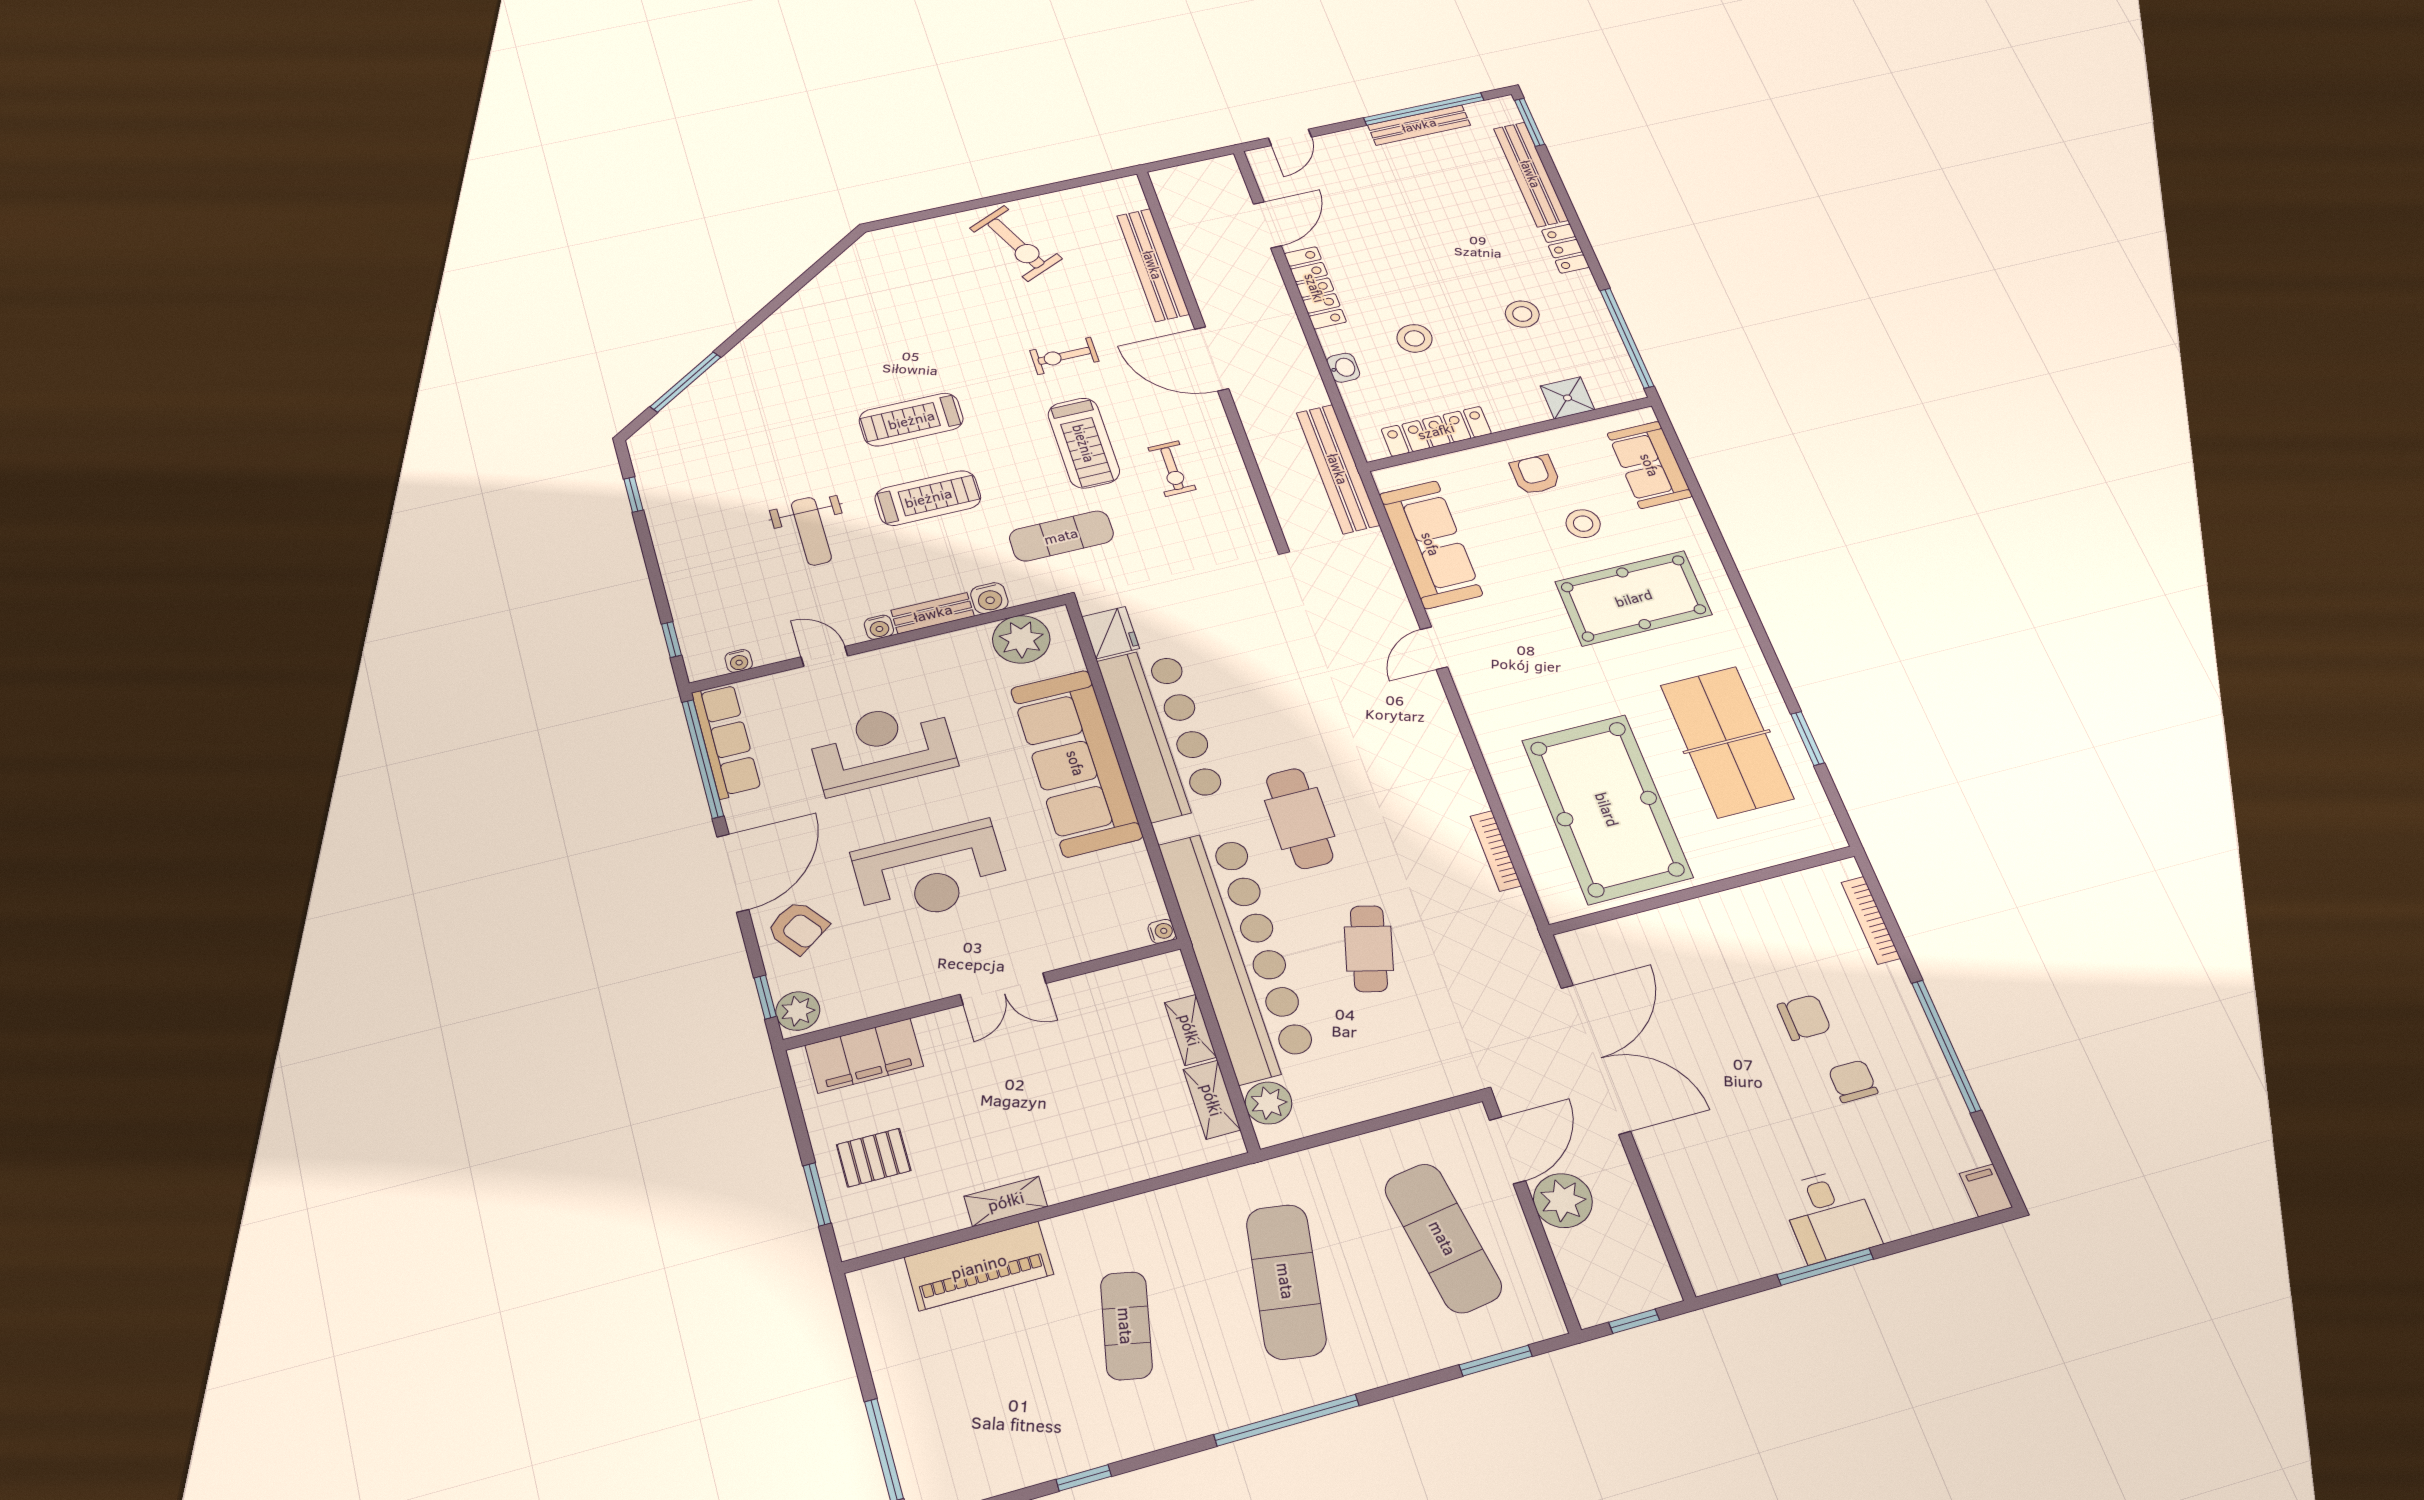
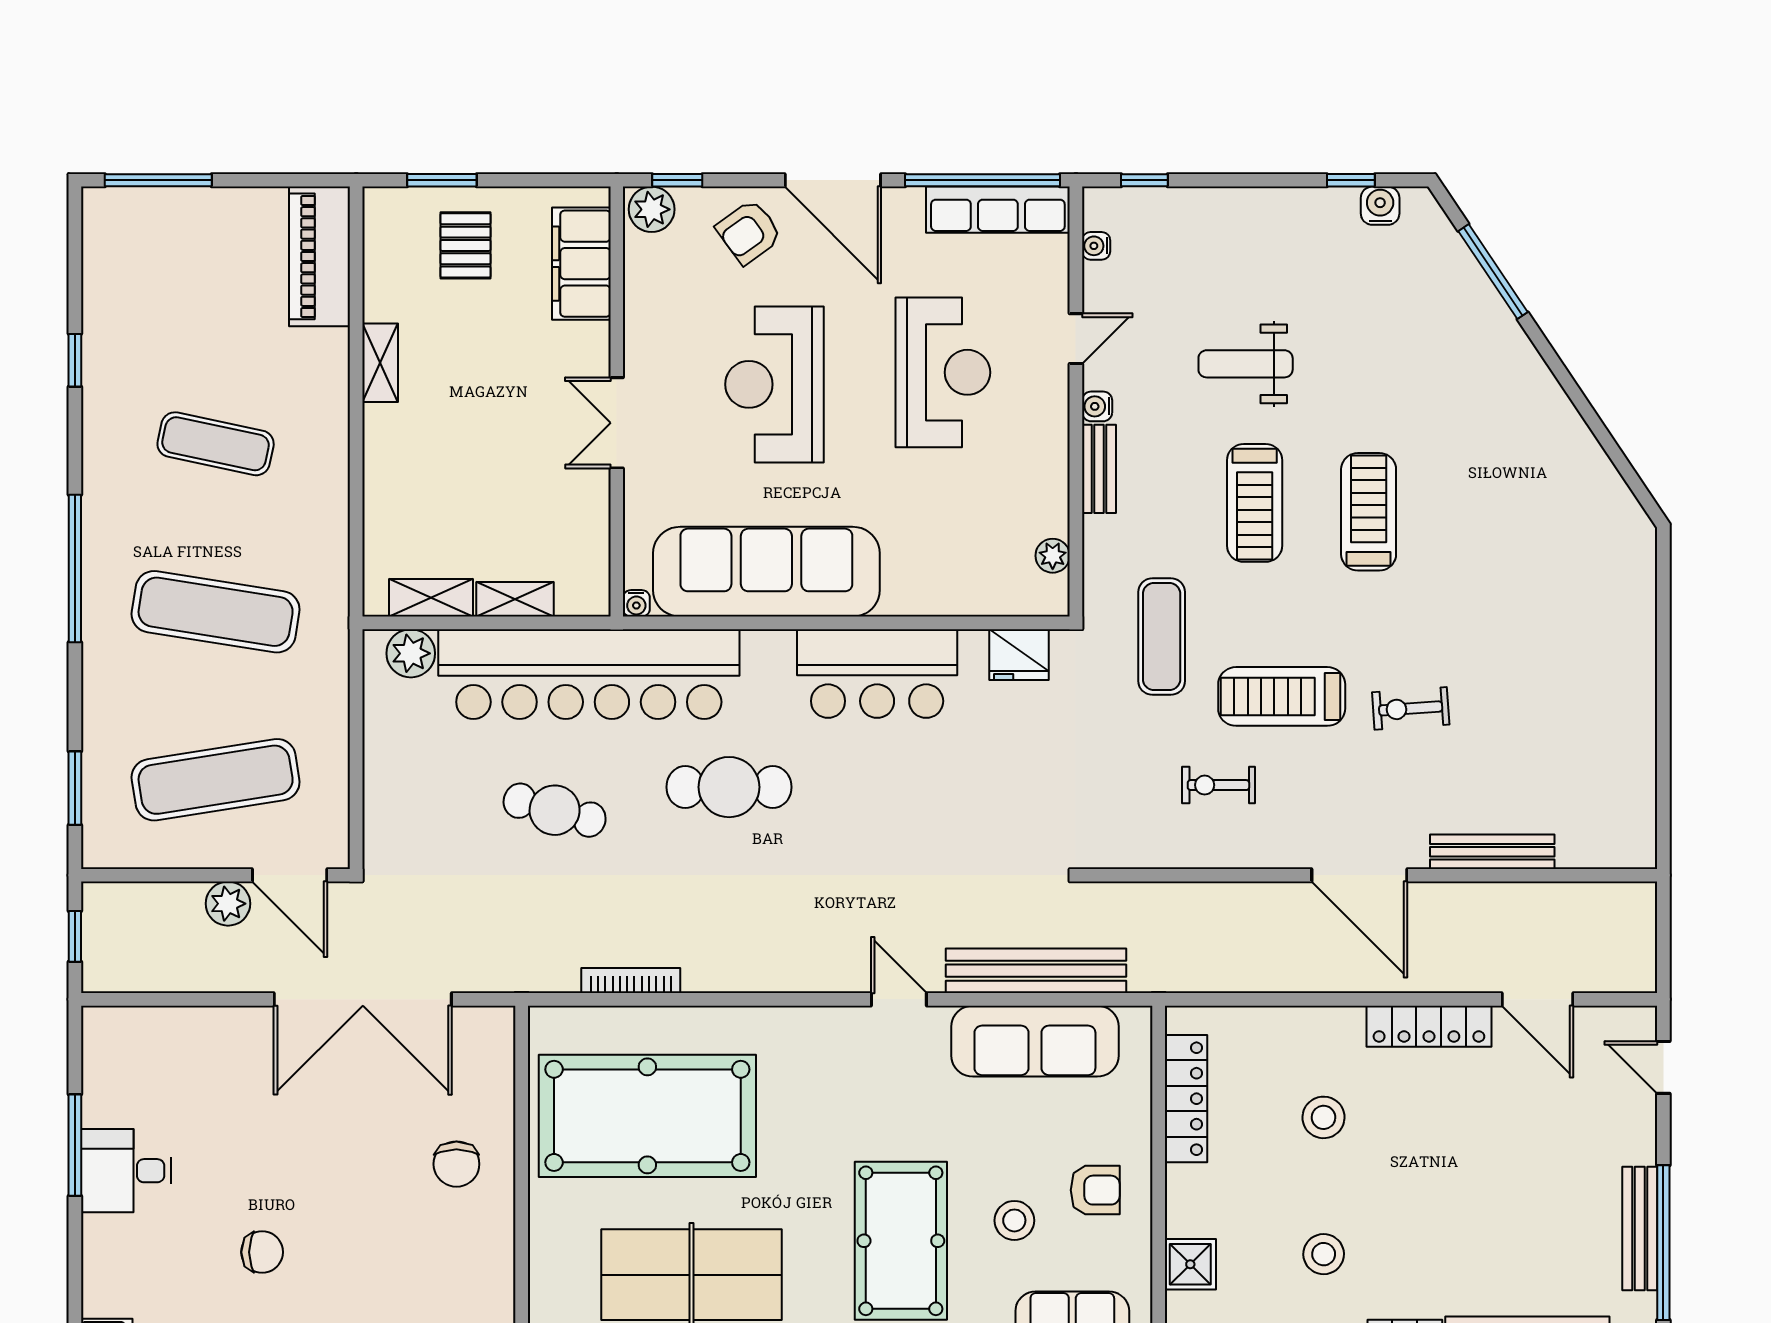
exercise bike: (1016, 243) -> (1591, 698), removed
bench: (1153, 265) -> (1492, 852), width x0.73, depth x0.82
exercise bike: (1064, 356) -> (1411, 708), turned -94
door: (1212, 359) -> (1359, 875), swing flipped
washbasin: (1343, 368) -> (1305, 1022), removed
bench: (1338, 469) -> (1036, 971), moved
water cooler: (989, 598) -> (1380, 206), moved, turned 90
plant: (1021, 639) -> (1053, 556), width x0.53, depth x0.53
bar counter: (1162, 732) -> (877, 674), width x0.73
sofa: (1076, 763) -> (766, 572), moved
chair: (1804, 1017) -> (456, 1164), moved
plant: (1563, 1201) -> (228, 904), width x0.73, depth x0.73
piano: (979, 1266) -> (320, 256), moved

